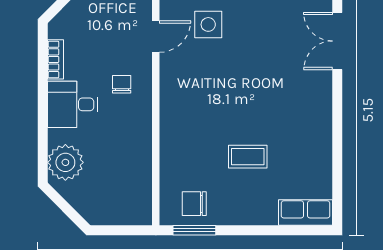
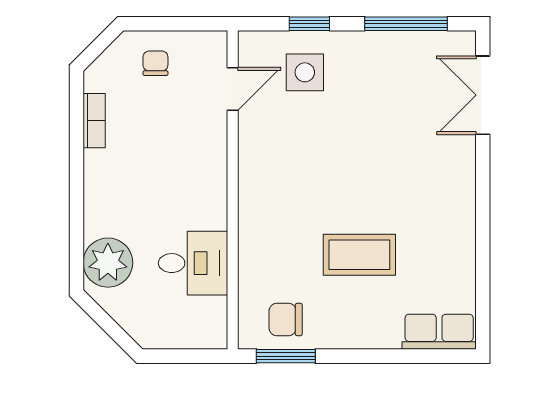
chair: (122, 84) -> (155, 63), moved
desk: (73, 104) -> (193, 263), moved, turned 180
coffee table: (248, 157) -> (359, 255), width x1.36, depth x1.30

